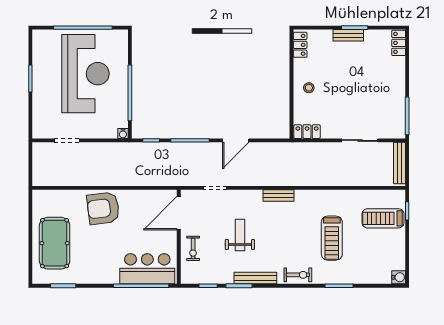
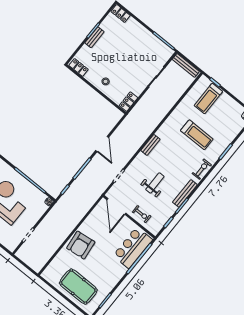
weight bench: (240, 235) -> (155, 183), turned 90

